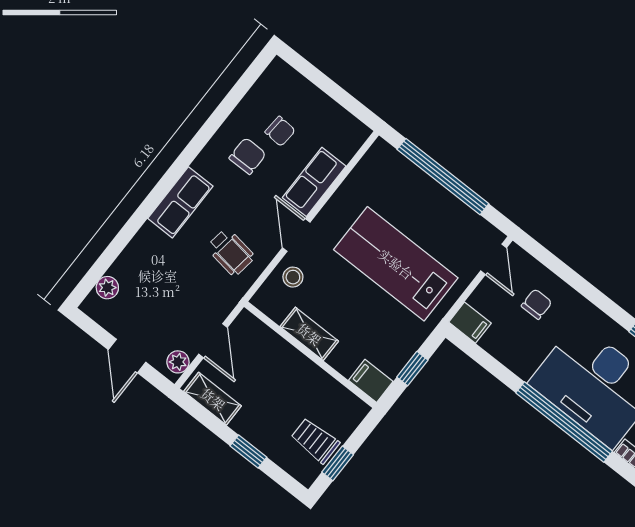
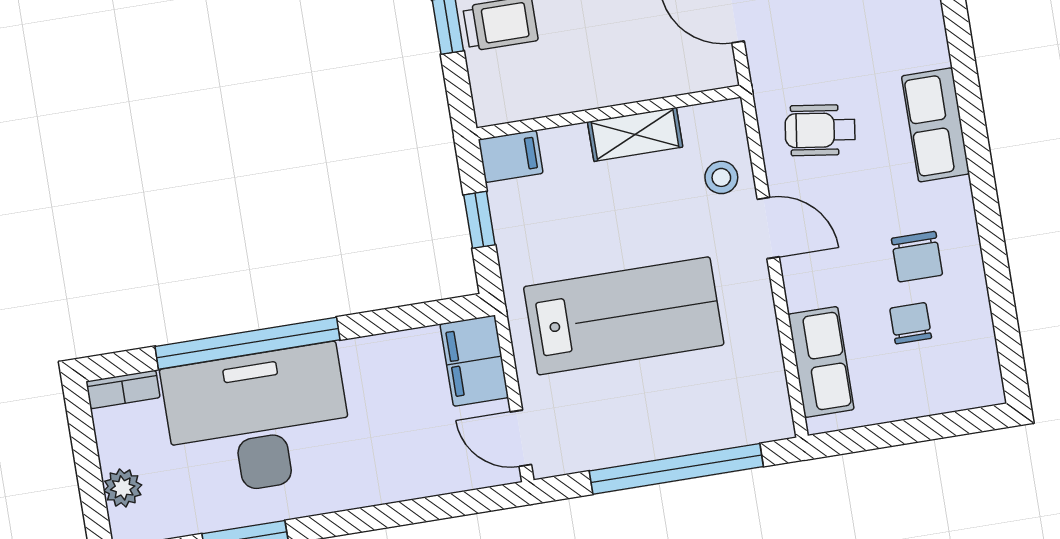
chair: (280, 131) -> (911, 323), turned 86
row of seats: (314, 182) -> (821, 362), moved
chair: (537, 304) -> (420, 440), removed
filing cabinet: (470, 323) -> (474, 361), width x2.00

